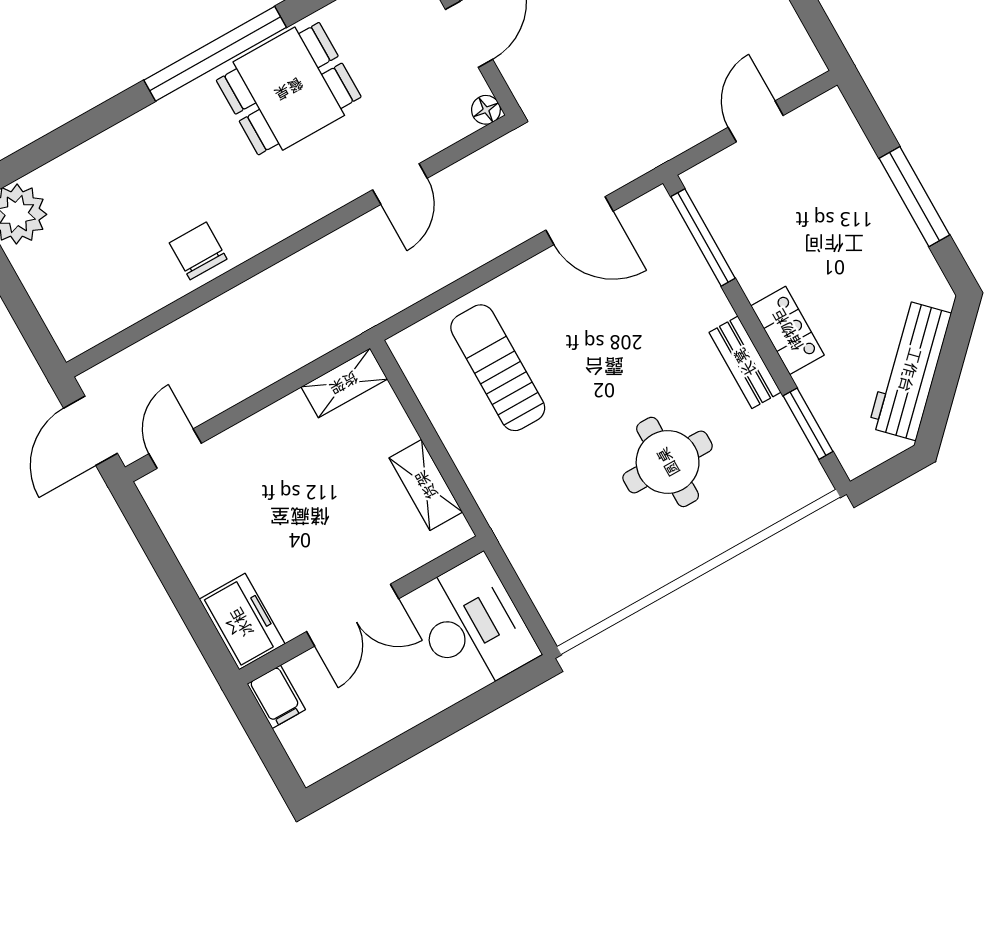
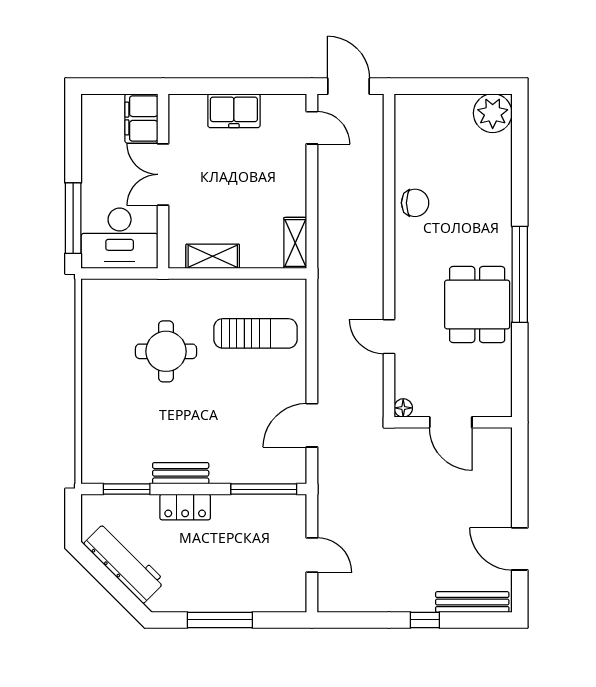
round table: (668, 462) -> (166, 351), moved
freezer: (242, 622) -> (234, 111), moved
filing cabinet: (276, 697) -> (141, 118), width x2.00
window: (481, 704) -> (73, 218), added

